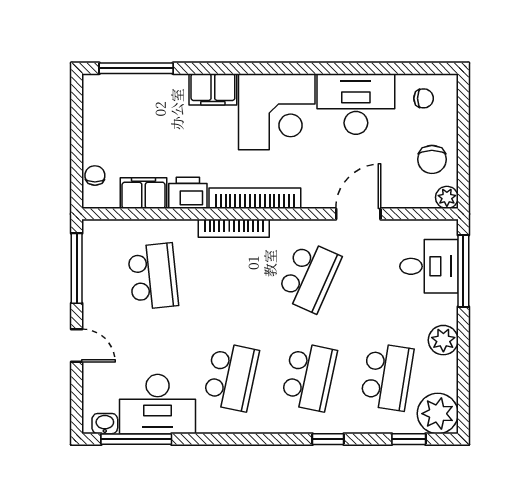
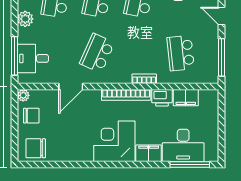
chair: (424, 98) -> (36, 148), width x1.87, depth x1.87
desk: (356, 104) -> (183, 145), moved
chair: (432, 159) -> (31, 116), turned 90
chair: (95, 175) -> (212, 107), removed
bookcase: (234, 228) -> (144, 79), width x0.64

